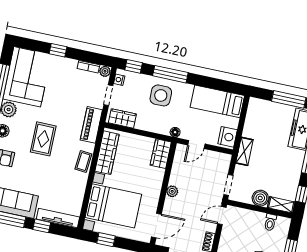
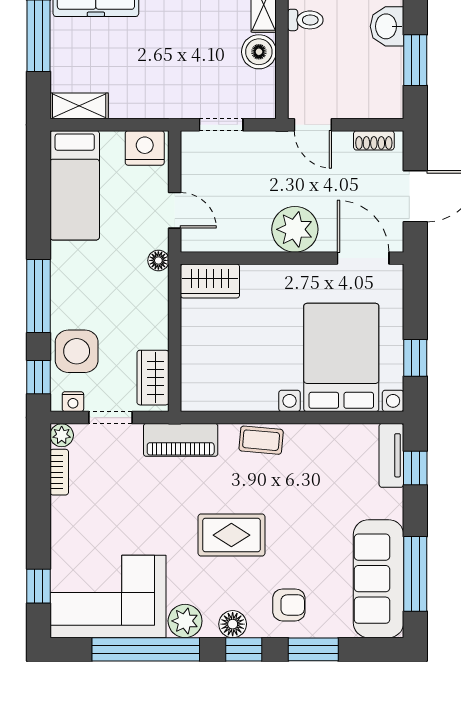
window: (58, 50) -> (38, 586), moved
side table: (161, 95) -> (77, 351), moved
shelving: (244, 151) -> (79, 106), moved
wardrobe: (107, 153) -> (232, 394), removed
doorway: (228, 185) -> (221, 125), moved
plant: (172, 191) -> (295, 229), width x1.87, depth x1.87
tv unit: (58, 218) -> (391, 455), width x0.71
window: (42, 226) -> (415, 468), moved

